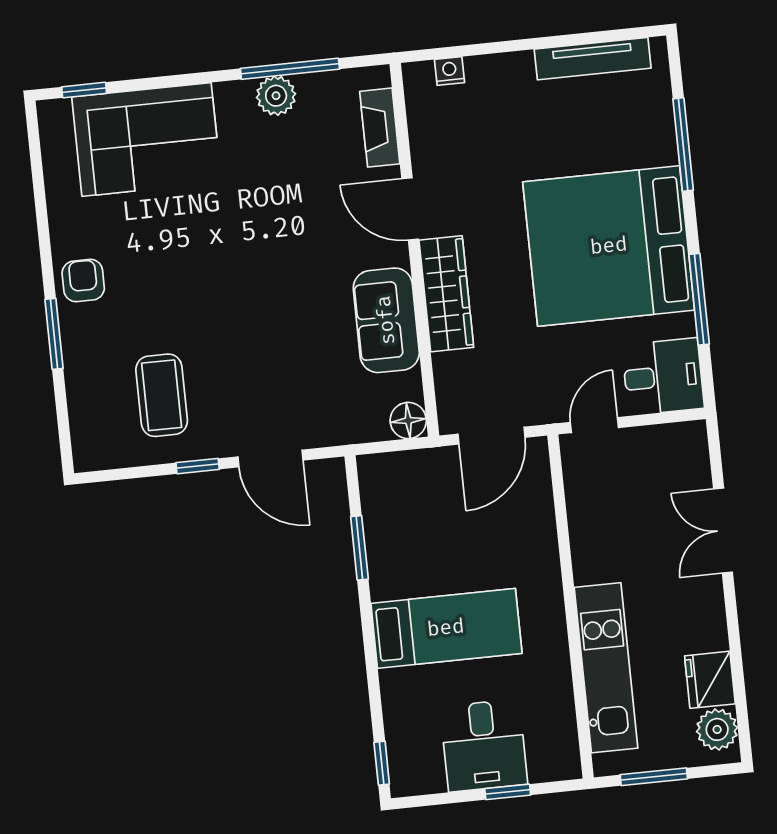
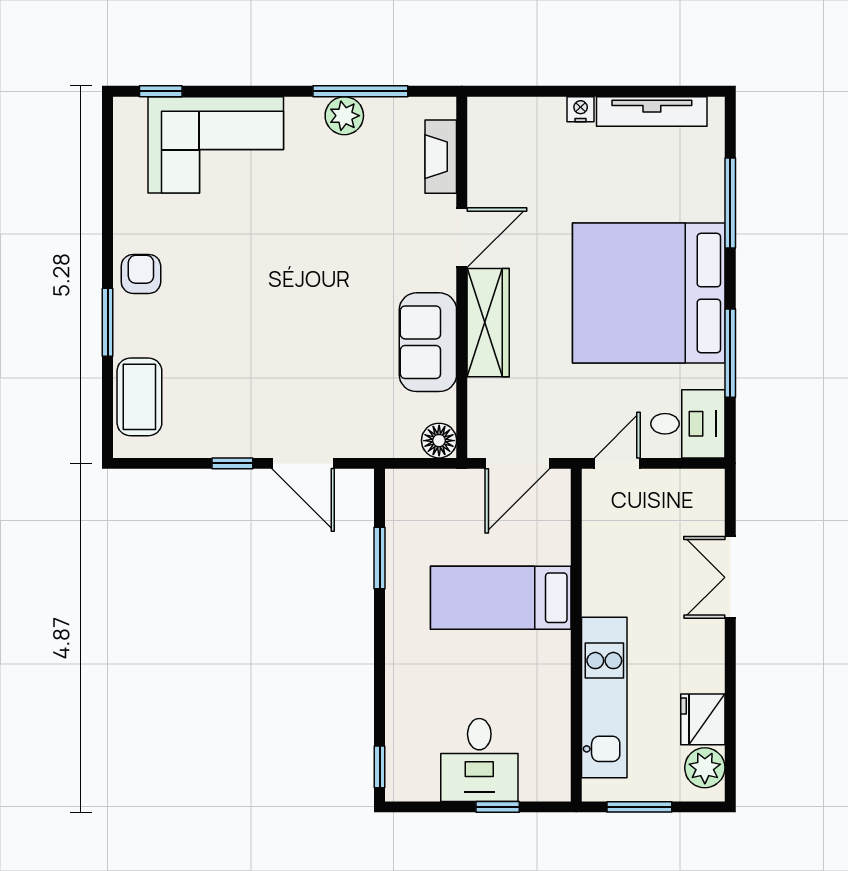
nightstand: (449, 71) -> (581, 109), moved
door: (410, 209) -> (462, 238), swing flipped
coffee table: (162, 395) -> (139, 397), moved
bed: (446, 628) -> (501, 598), moved, turned 180

